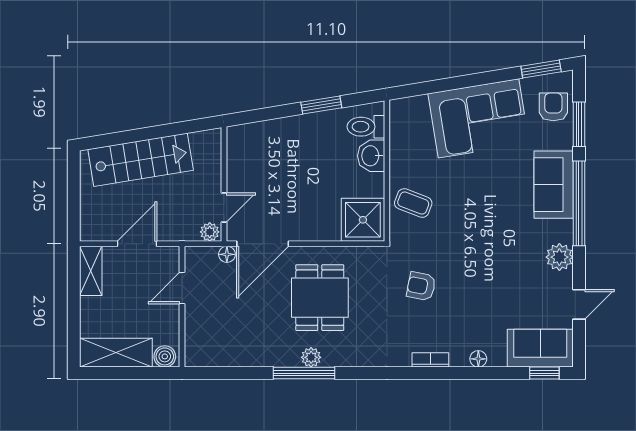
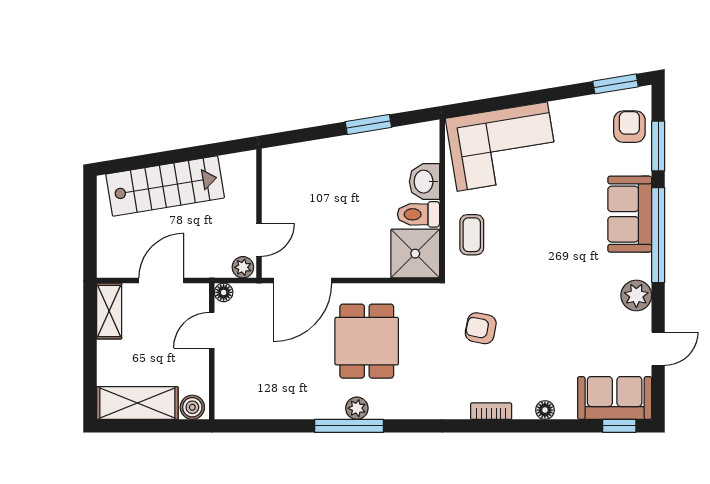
corner sofa: (479, 118) -> (502, 147), moved
toilet: (366, 127) -> (418, 214), moved
coffee table: (413, 203) -> (472, 235), turned 69
floor lamp: (227, 254) -> (224, 292), moved

